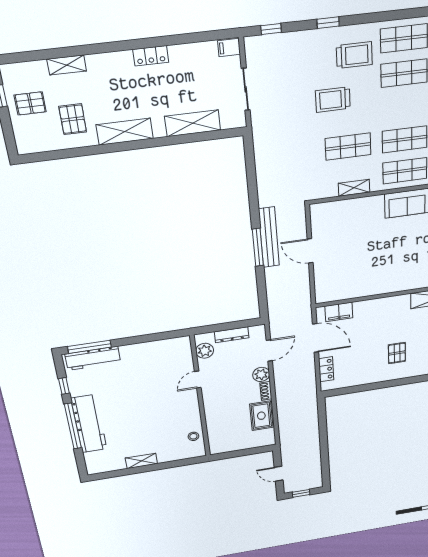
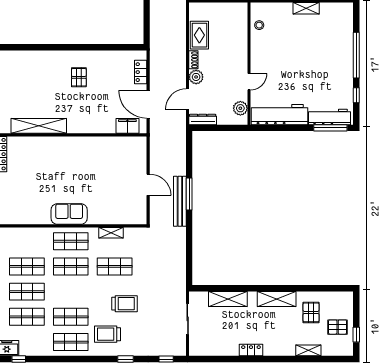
filing cabinet: (229, 48) -> (196, 350), removed
dresser: (232, 335) -> (203, 119), moved
workbench: (89, 424) -> (279, 115), moved, turned 90

